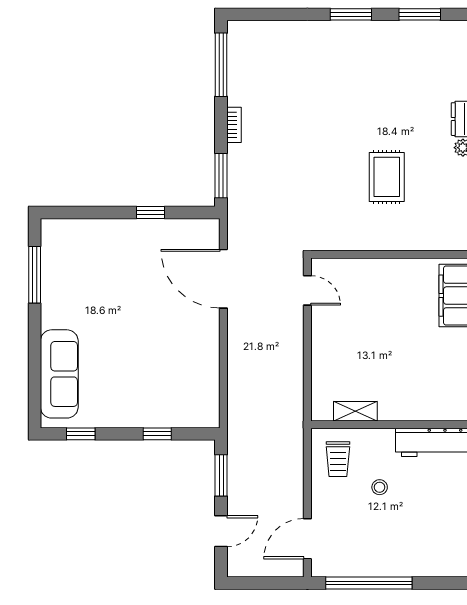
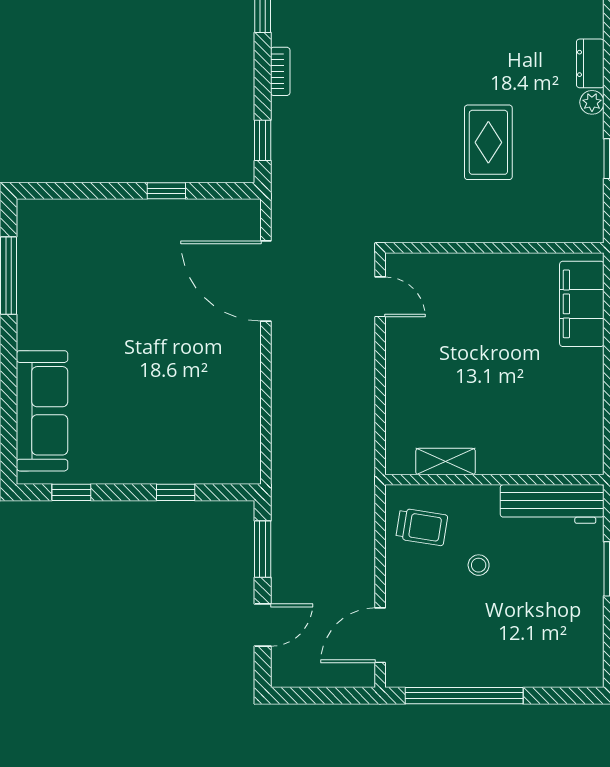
window: (221, 176) -> (263, 140), width x0.67
trolley: (338, 459) -> (422, 527), turned -81

